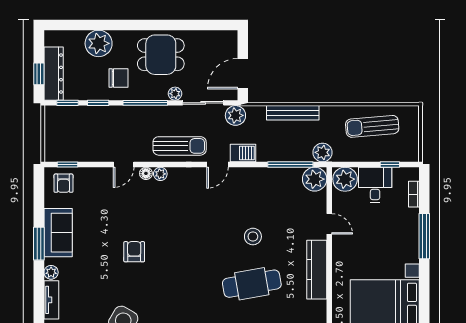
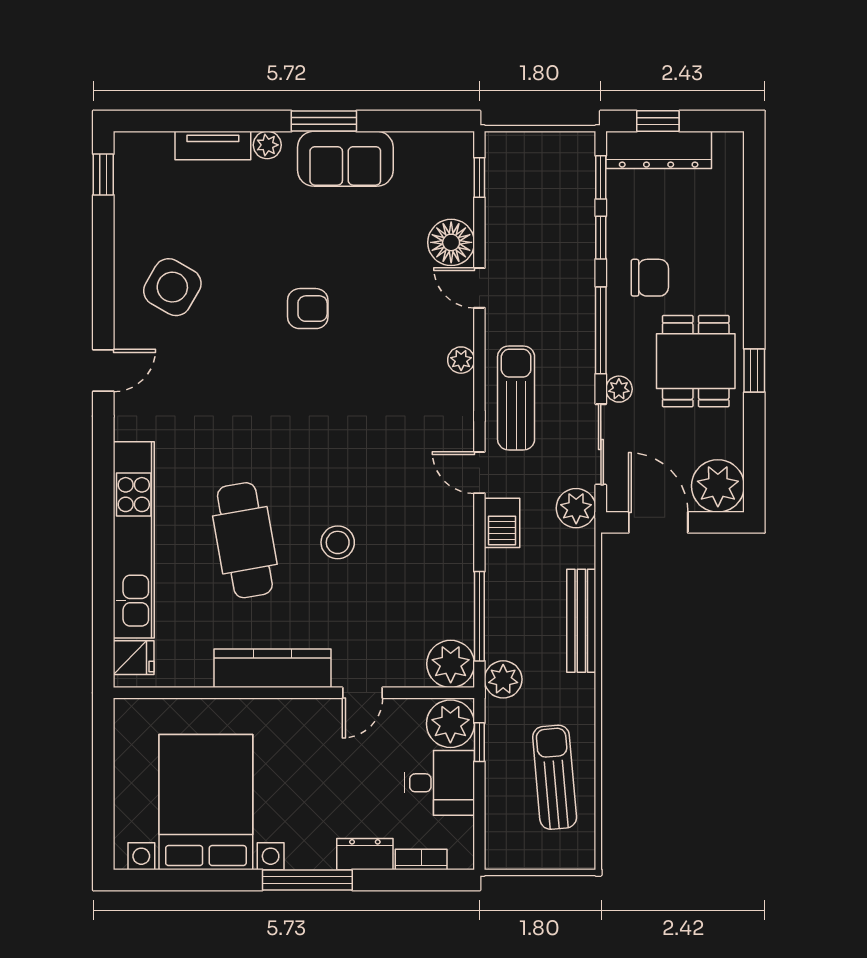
window: (166, 25) -> (754, 371), added
plant: (99, 43) -> (718, 486), moved
chair: (118, 78) -> (650, 278), turned -90
sun lounger: (180, 146) -> (516, 398), turned 180
window: (390, 165) -> (479, 742), moved
floor lamp: (146, 173) -> (451, 242), moved, width x1.89, depth x1.89
armchair: (64, 183) -> (443, 170), removed
dresser: (411, 223) -> (365, 854), added
window: (424, 236) -> (307, 880), moved

